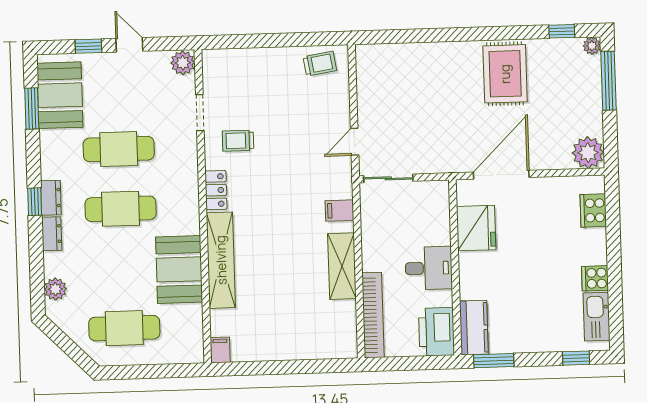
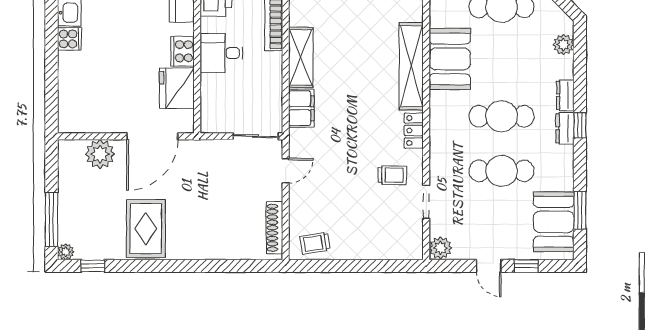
shoe rack: (365, 79) -> (274, 228), added
plant: (588, 153) -> (100, 154), moved
cooker: (593, 210) -> (182, 51), moved, turned 180
filing cabinet: (339, 211) -> (301, 108), width x2.00

